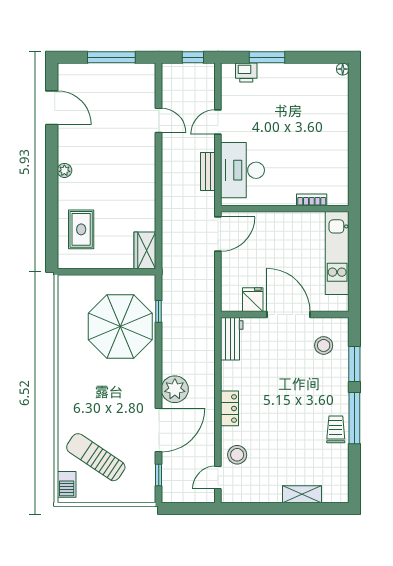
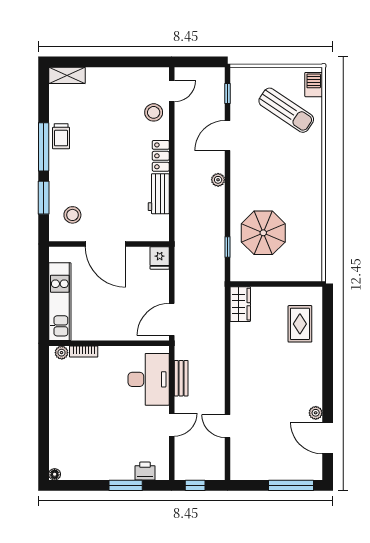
window: (111, 57) -> (291, 485), moved
plant: (64, 170) -> (316, 413), moved
plant: (335, 199) -> (62, 353), added
fridge: (253, 300) -> (160, 258), moved
parasol: (120, 326) -> (263, 233), width x0.73, depth x0.73
workbench: (232, 339) -> (159, 194), moved
plant: (175, 389) -> (218, 180), width x0.53, depth x0.53
door: (159, 430) -> (227, 136), width x0.73
shelving: (302, 494) -> (67, 75), moved

